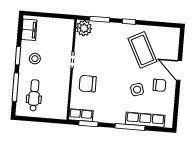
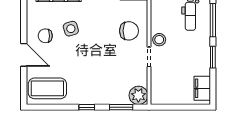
coffee table: (142, 50) -> (47, 88), moved, turned -63
stool: (35, 59) -> (159, 40), moved

